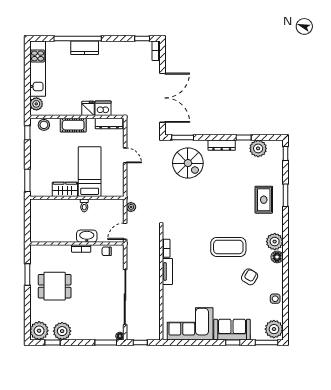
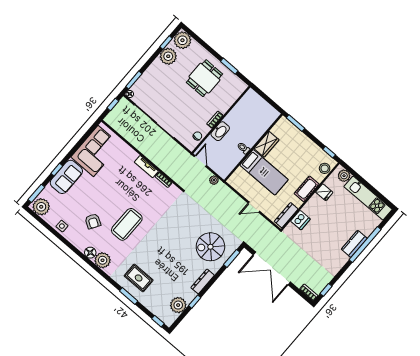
fridge: (88, 108) -> (324, 192), moved

